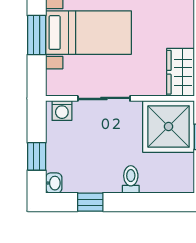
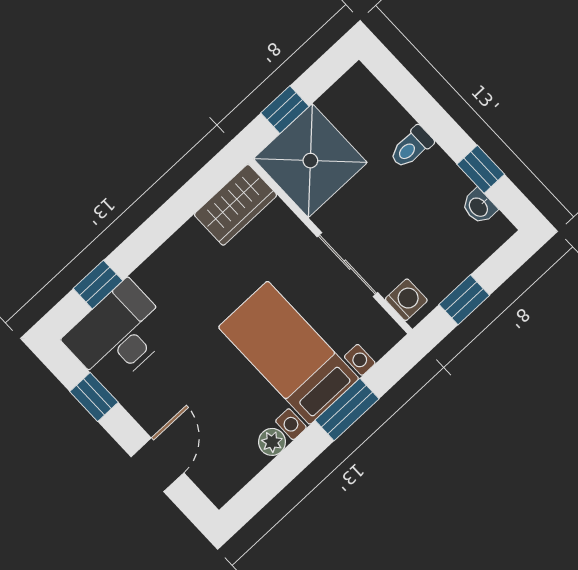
window: (37, 156) -> (464, 300), moved
washbasin: (54, 183) -> (479, 207), moved, turned -90

